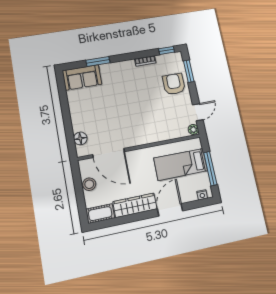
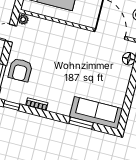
sofa: (82, 77) -> (96, 113), width x1.36

